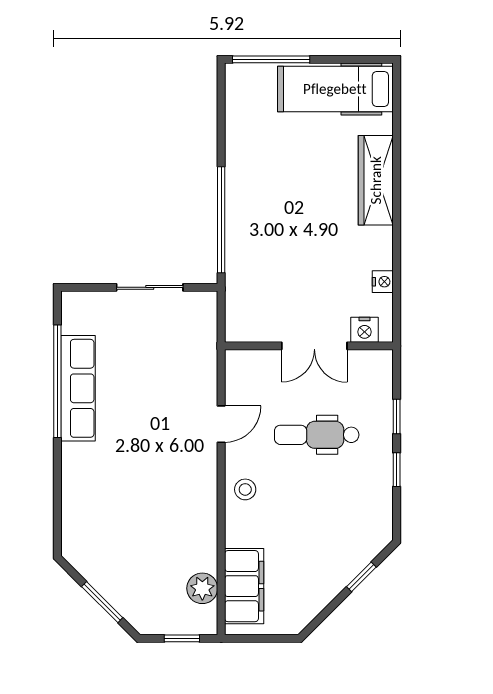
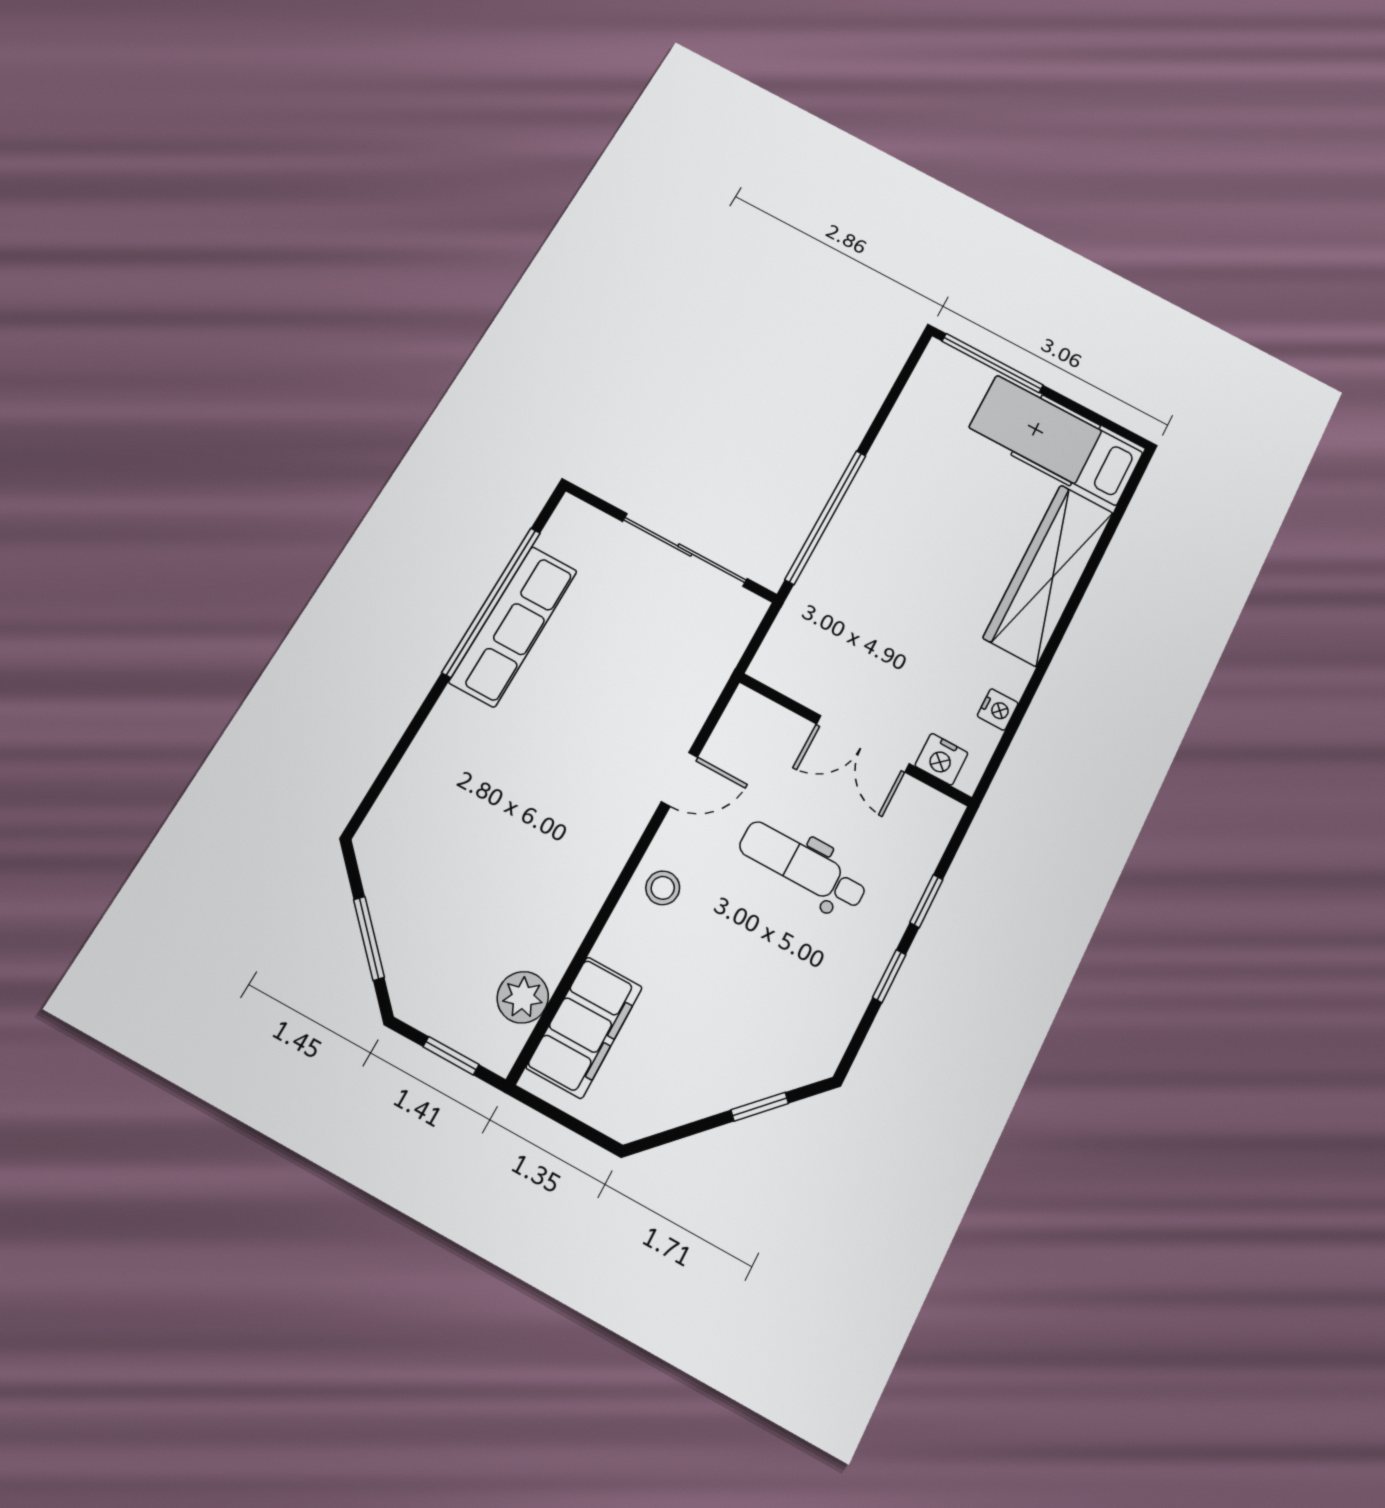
wardrobe: (376, 180) -> (1049, 575), width x1.40, depth x1.17
sliding door: (150, 287) -> (685, 550), width x1.37

